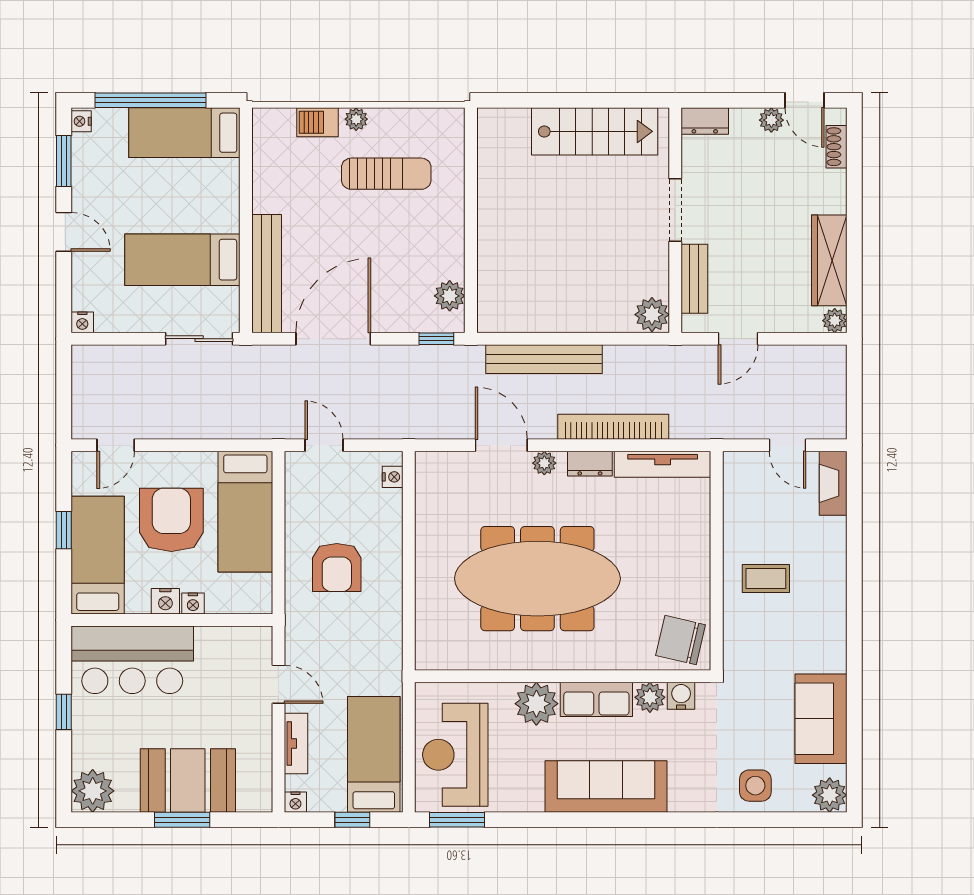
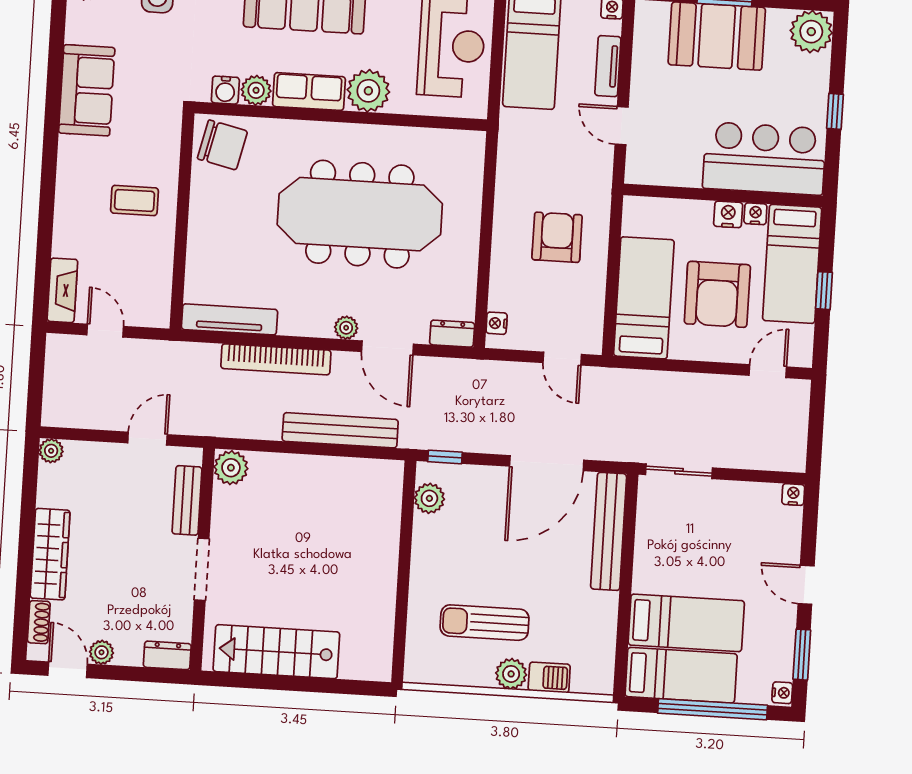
plant: (356, 119) -> (511, 674), width x1.38, depth x1.38
bed: (182, 260) -> (686, 623), moved
wardrobe: (829, 260) -> (50, 554), moved
dresser: (590, 464) -> (452, 334), moved
nightstand: (193, 603) -> (755, 214), moved
sofa: (821, 719) -> (87, 90), moved

